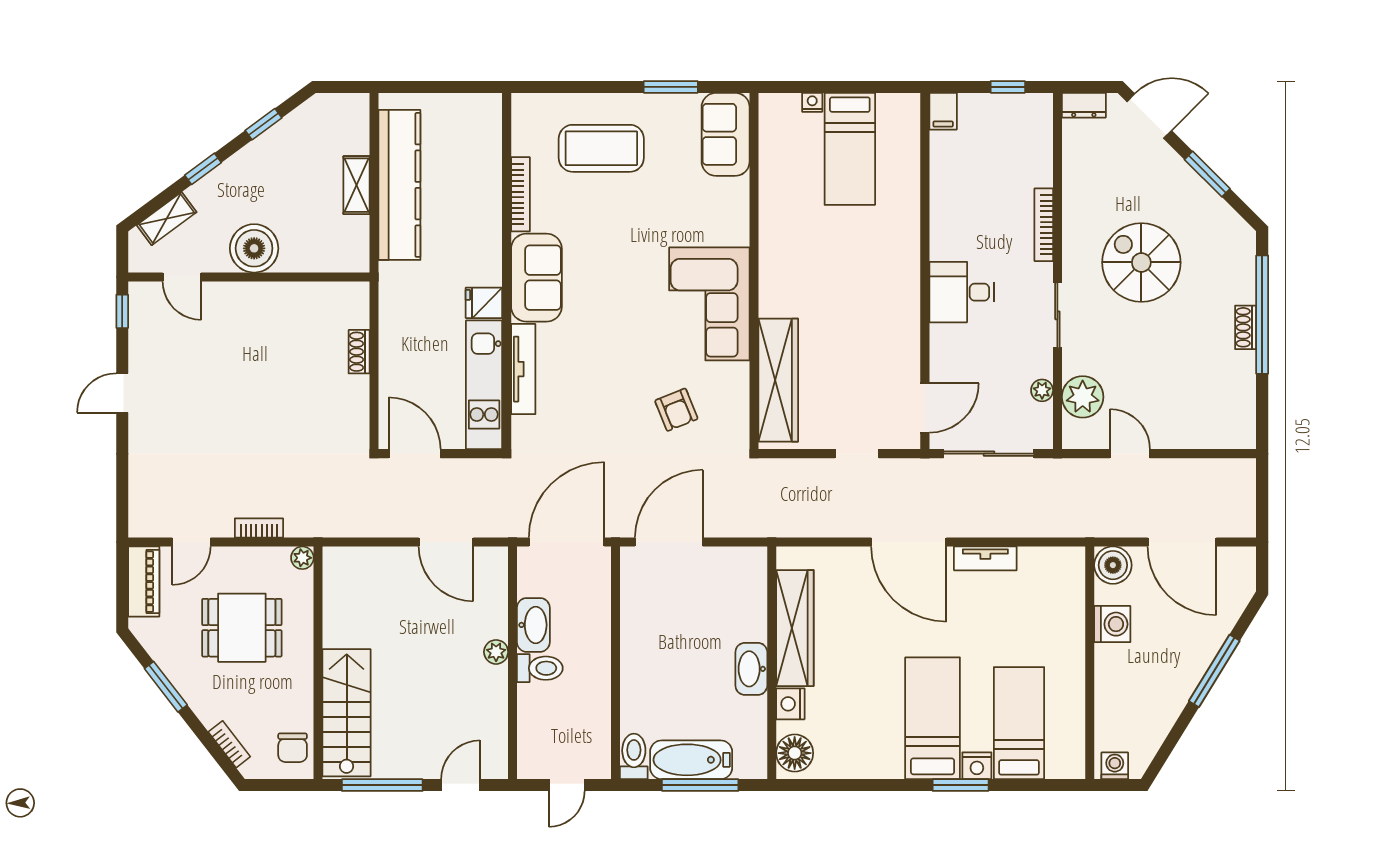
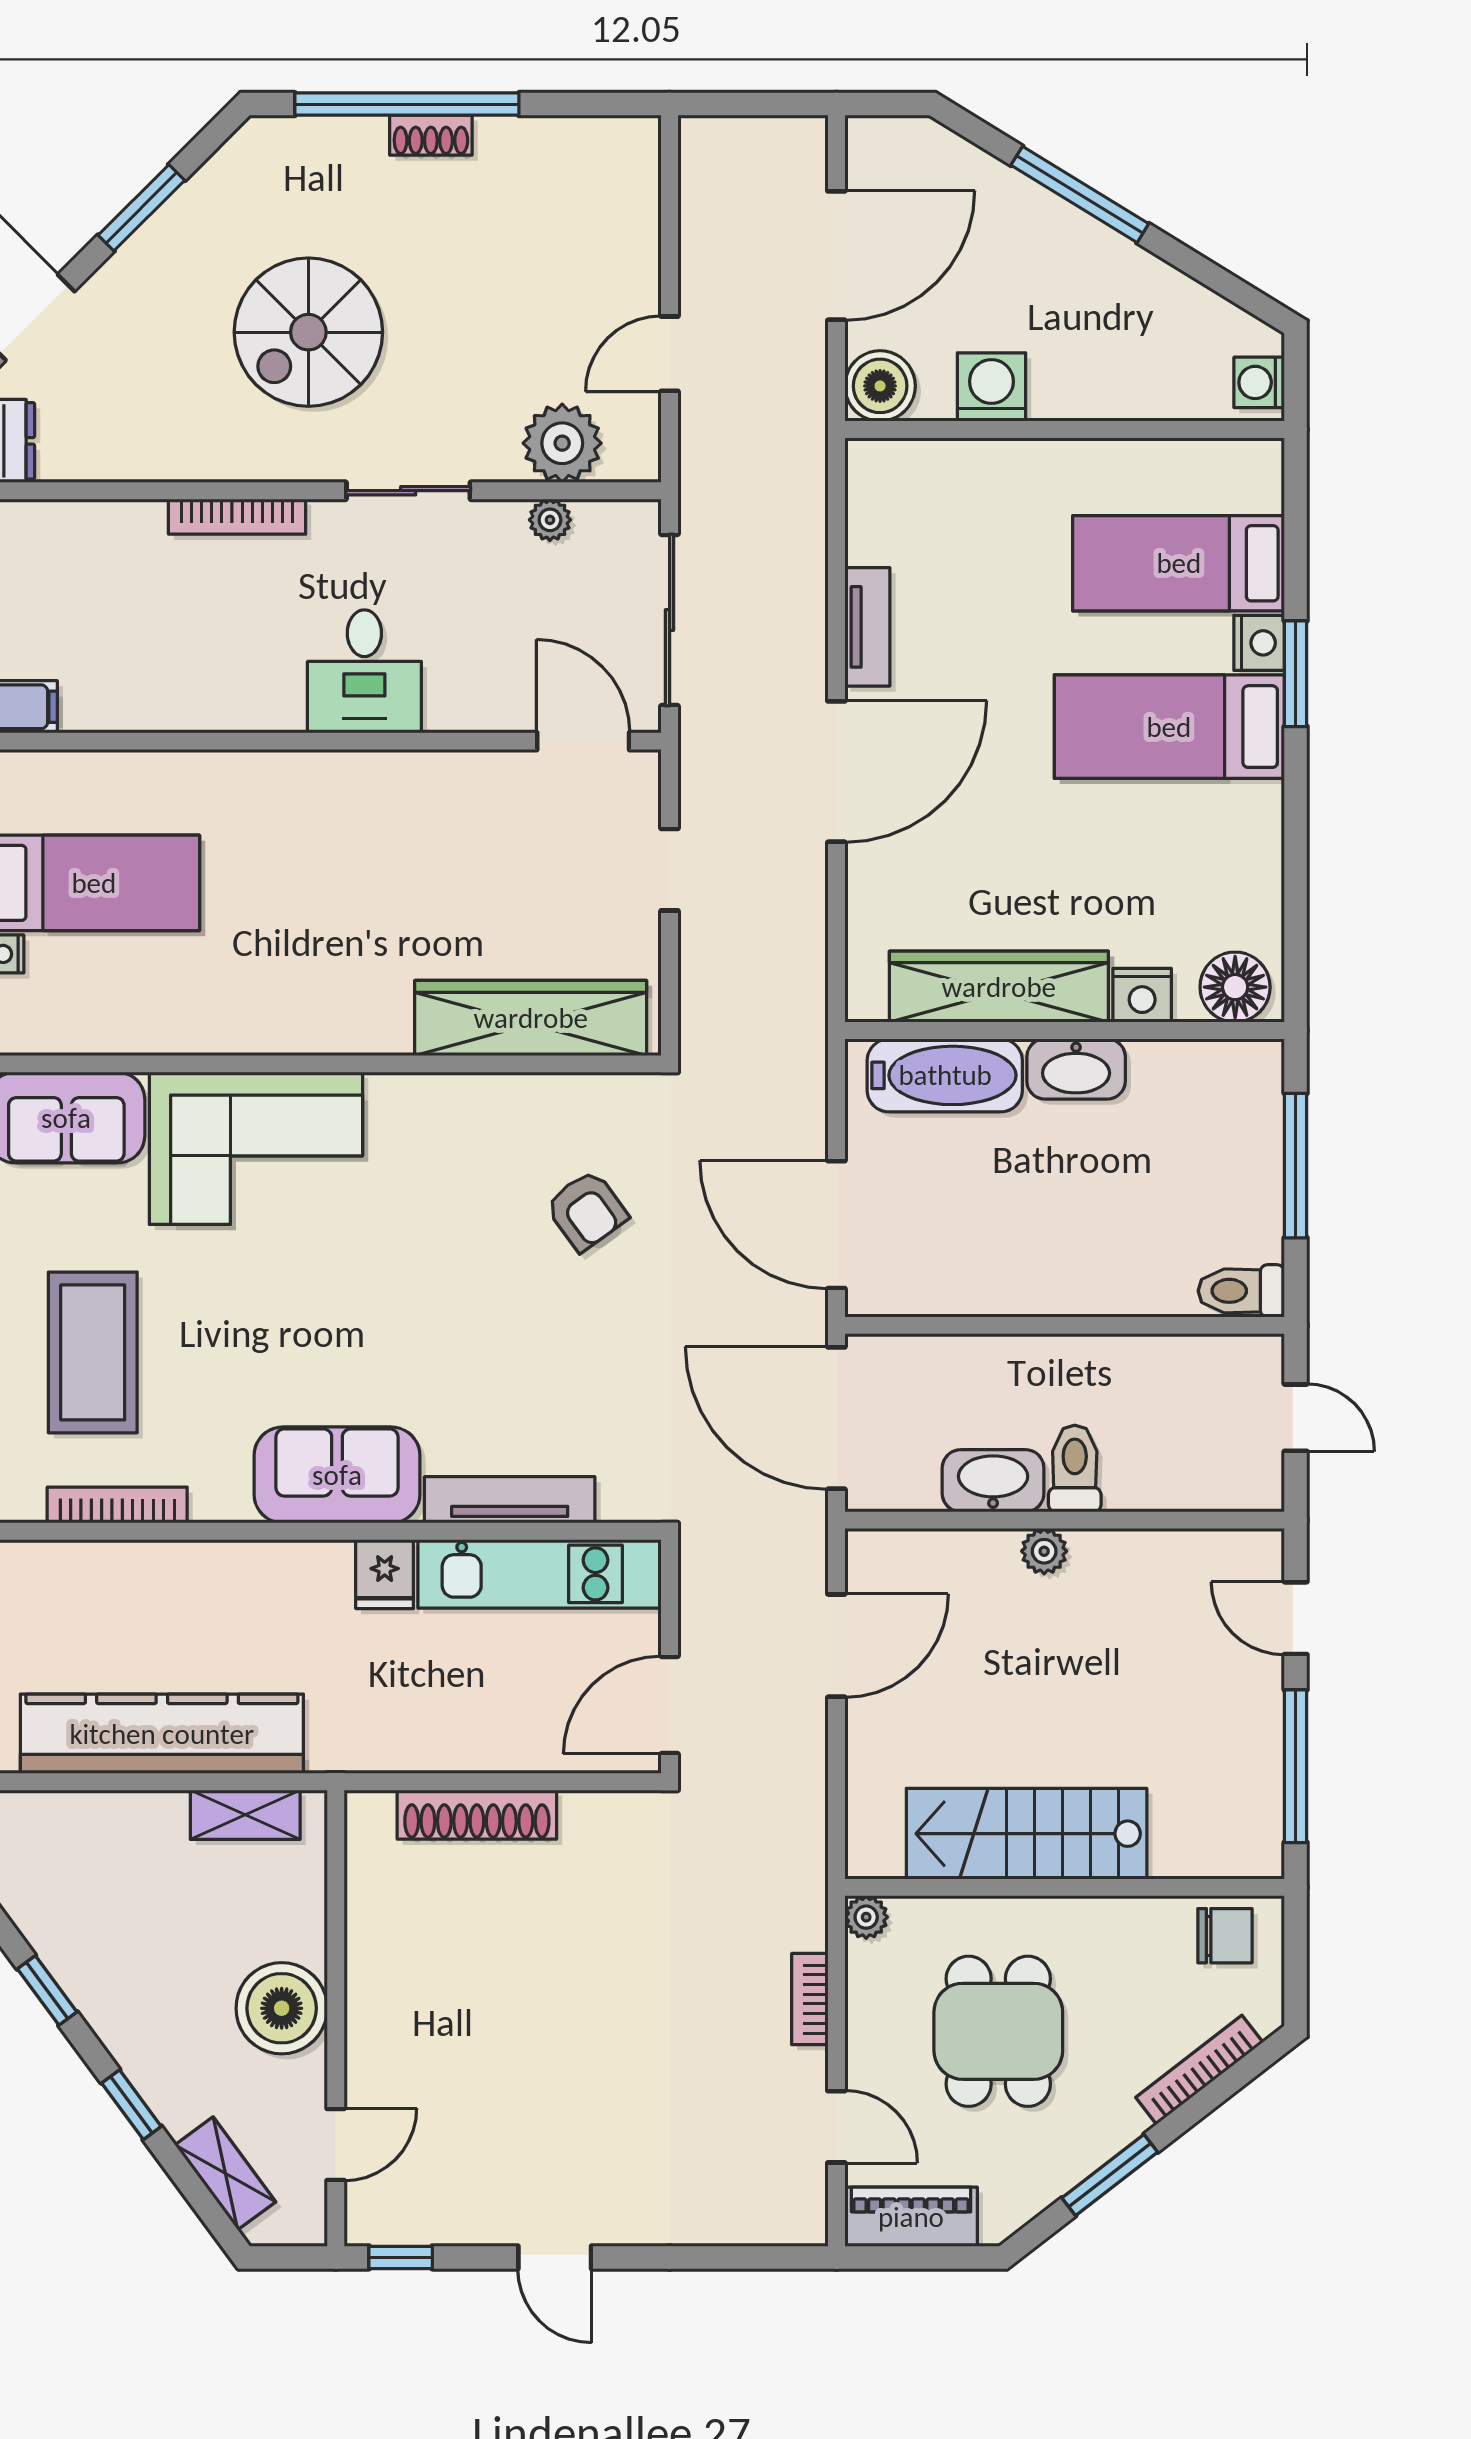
shelving: (357, 185) -> (245, 1815), moved
bookcase: (520, 194) -> (117, 1505), moved
corner sofa: (709, 304) -> (256, 1148), moved
shoe rack: (359, 352) -> (477, 1815), width x1.94, depth x1.24
armchair: (676, 410) -> (586, 1211), turned 76
stairs: (347, 713) -> (1027, 1834), moved
bookcase: (229, 744) -> (1199, 2070), width x1.56
bathtub: (691, 760) -> (945, 1075), moved, turned -90

